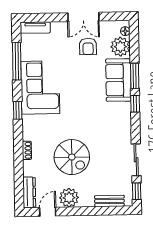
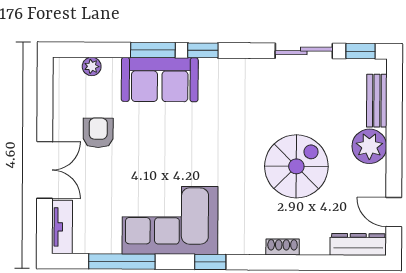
double door: (83, 17) -> (45, 170), moved
floor lamp: (125, 31) -> (72, 65), removed
armchair: (88, 46) -> (98, 133), turned -90
plant: (120, 47) -> (92, 66), width x0.53, depth x0.53
plant: (69, 198) -> (369, 146), moved

